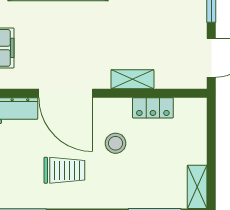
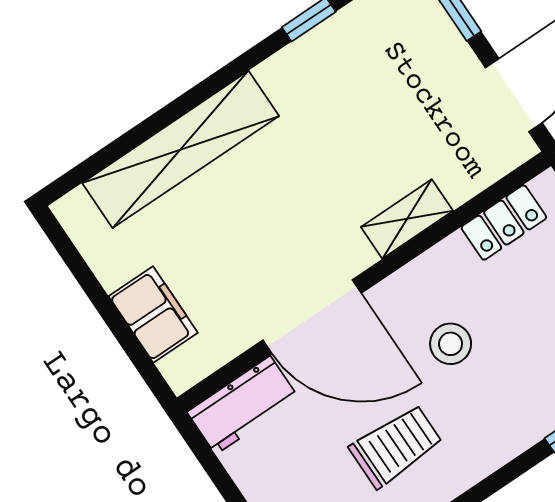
locker: (153, 108) -> (504, 223), moved

